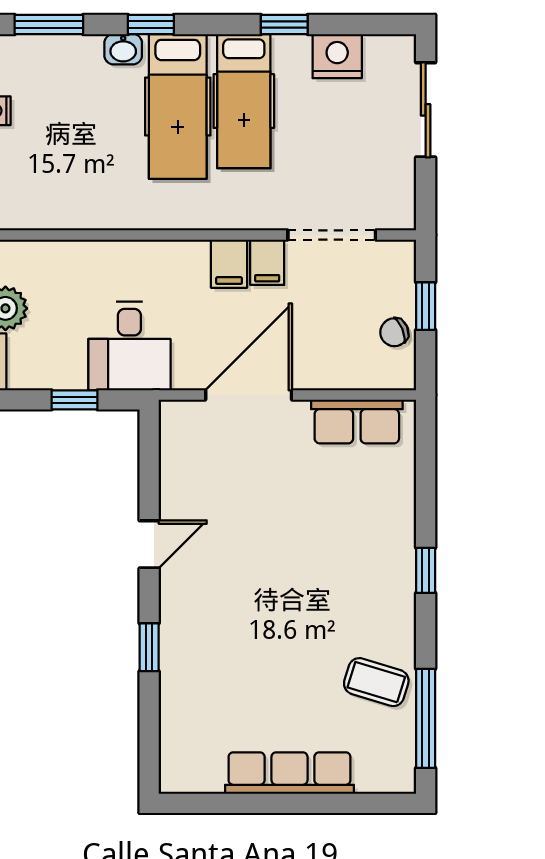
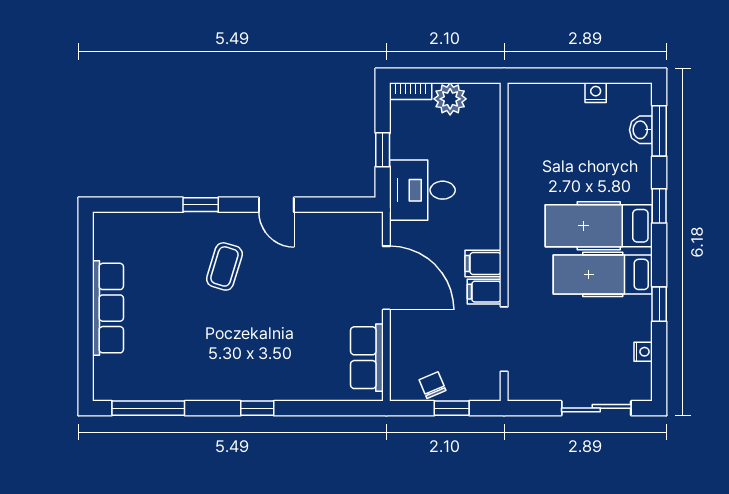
washbasin: (123, 49) -> (641, 130), moved
nightstand: (337, 56) -> (643, 352), width x0.53, depth x0.56
coffee table: (376, 682) -> (224, 266), moved

